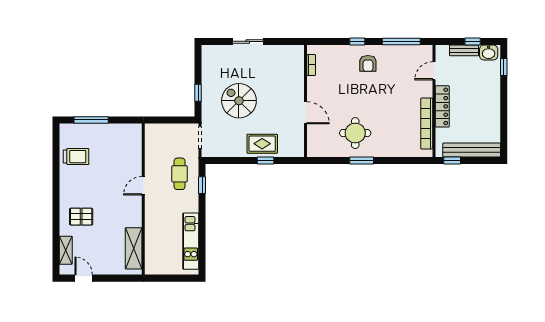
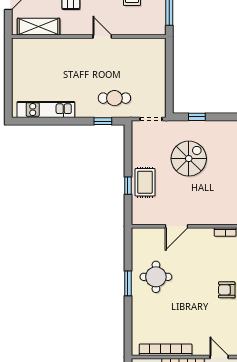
door: (143, 186) -> (102, 36), moved
wall: (143, 199) -> (89, 36), moved
shelving: (134, 248) -> (39, 27), moved

